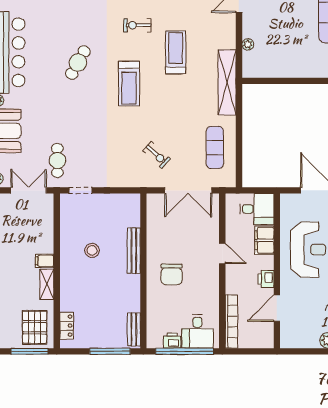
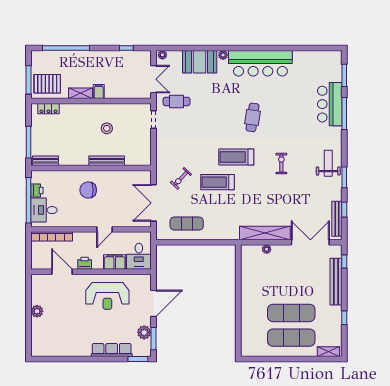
treadmill: (176, 52) -> (217, 182), moved, turned 180
cafe table: (78, 63) -> (253, 117), turned 69
shelving: (227, 82) -> (265, 233), moved

